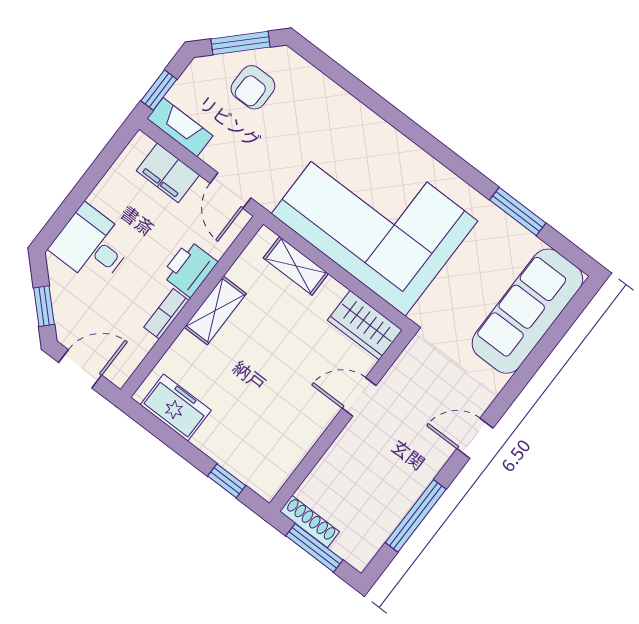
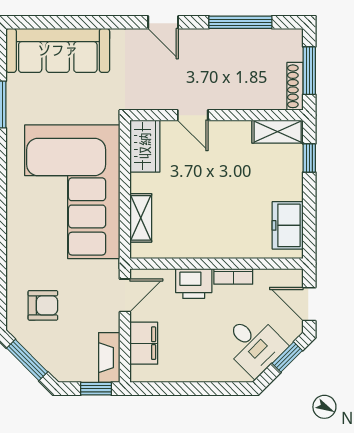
armchair: (253, 87) -> (43, 305), moved
desk: (92, 245) -> (254, 345), moved, turned -45
shelving: (215, 310) -> (278, 132), moved

